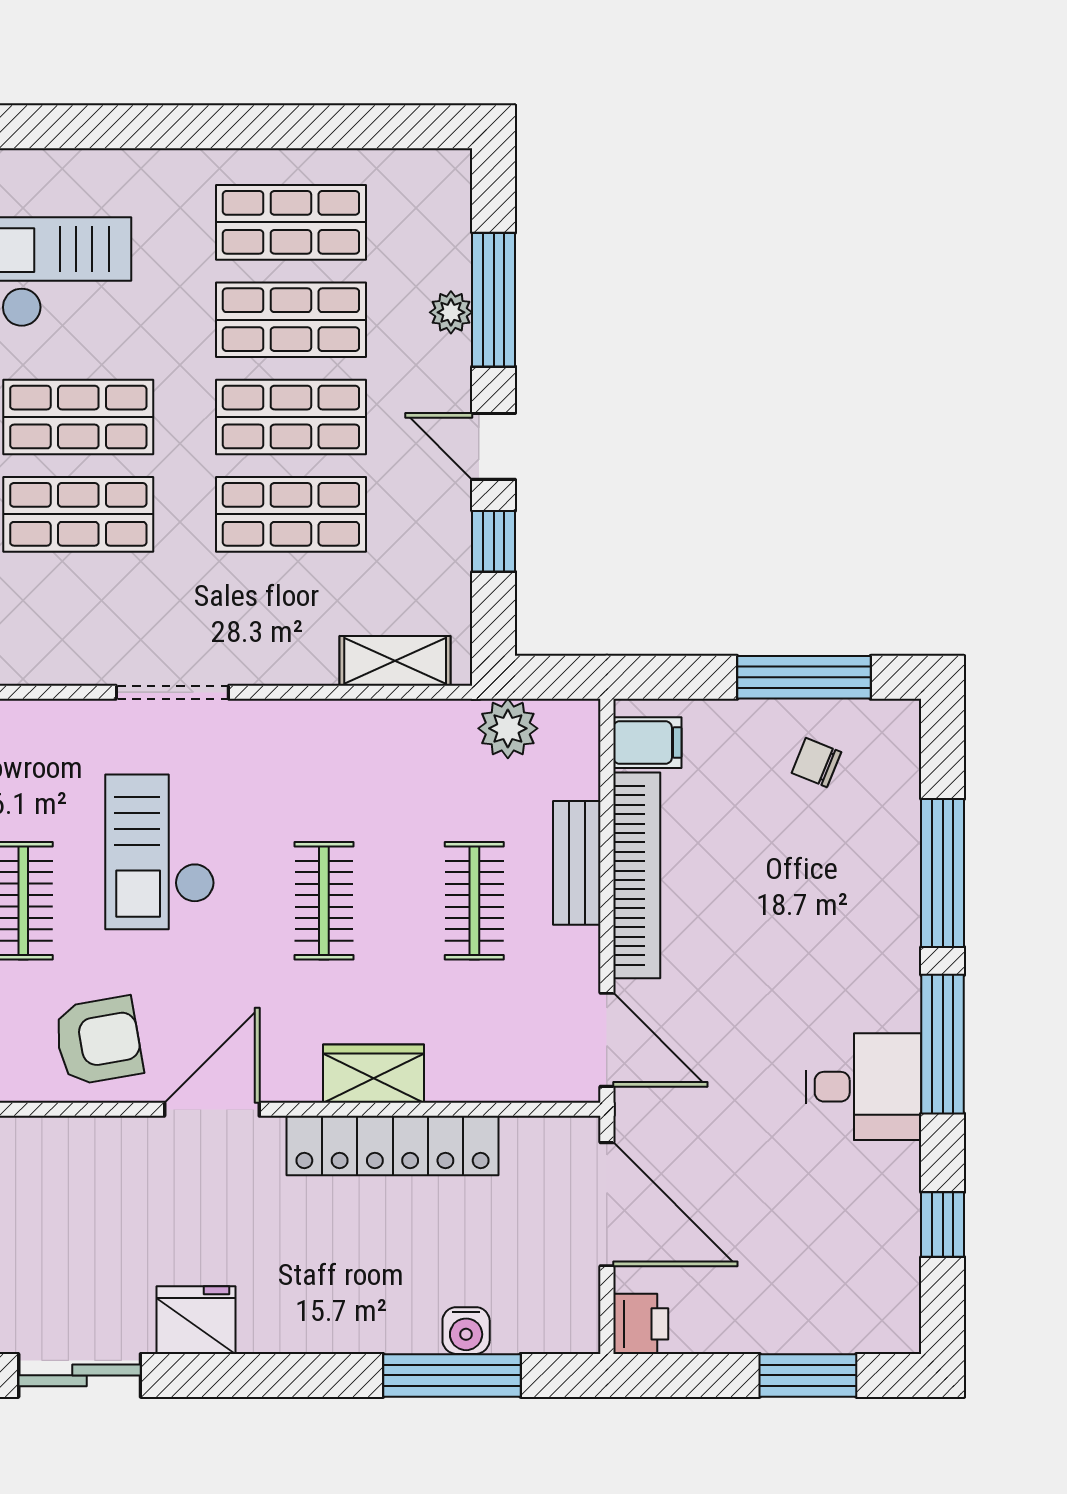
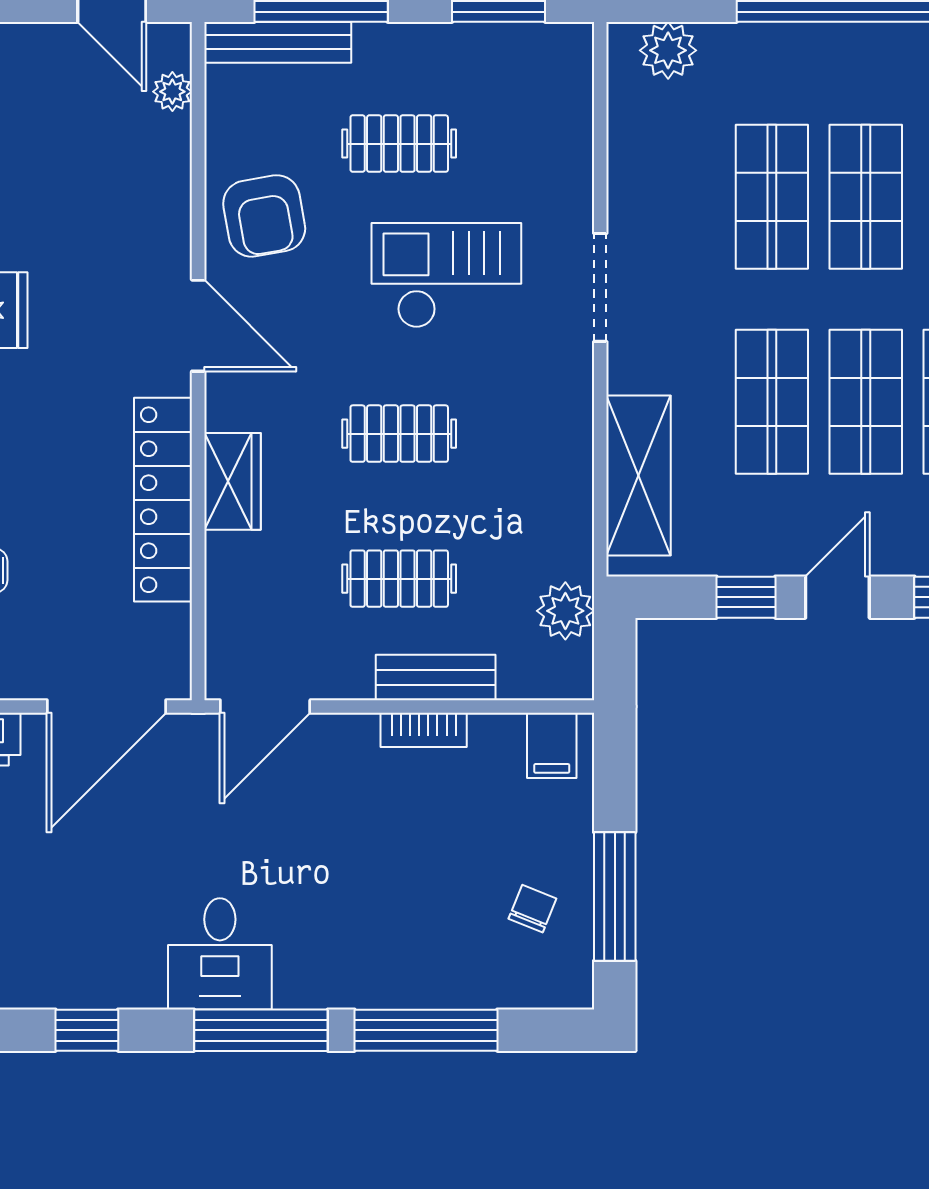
shelving: (395, 661) -> (638, 475), width x1.50, depth x1.33
bookcase: (637, 875) -> (424, 730), width x0.43, depth x0.76

